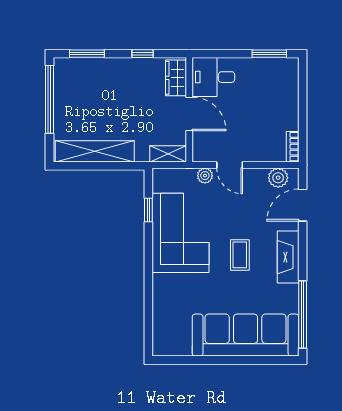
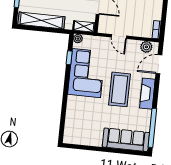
plant: (205, 176) -> (78, 39), moved
coffee table: (240, 255) -> (119, 89), width x1.86, depth x1.72
sofa: (246, 335) -> (126, 140), width x0.74, depth x0.79

